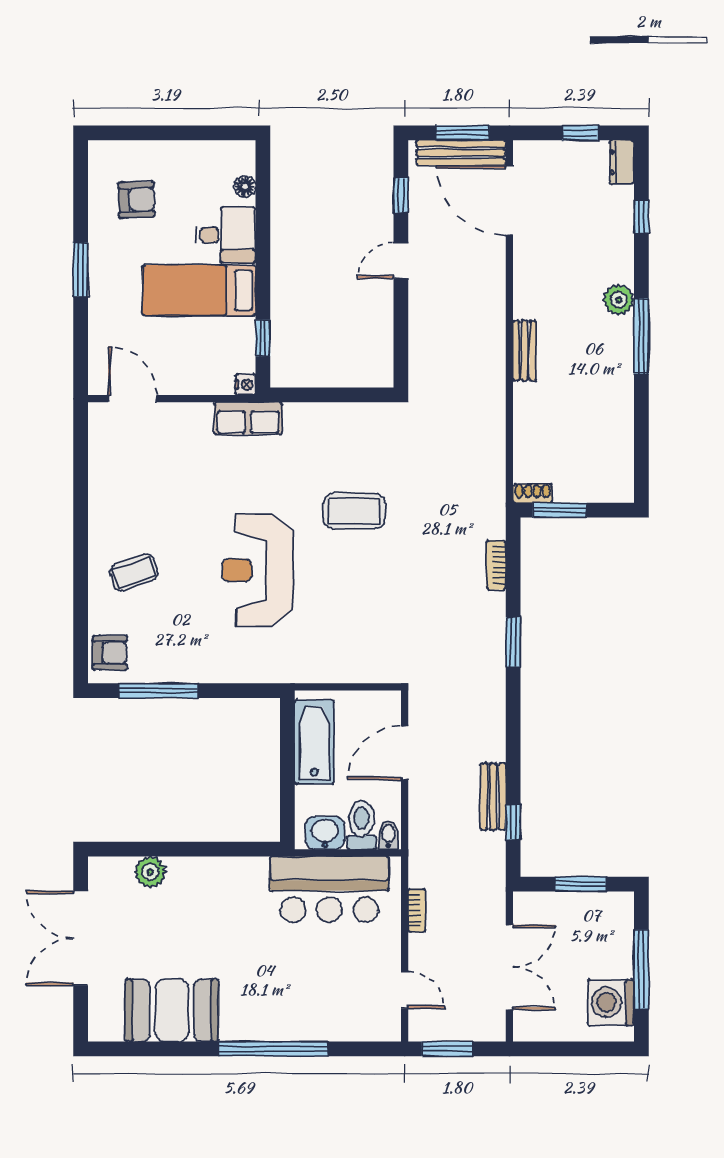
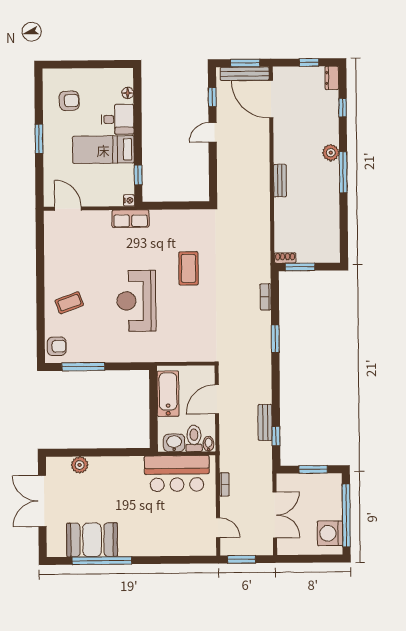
coffee table: (354, 511) -> (189, 268), turned 90
window: (641, 969) -> (346, 515), width x1.46
window: (273, 1049) -> (102, 561), moved

